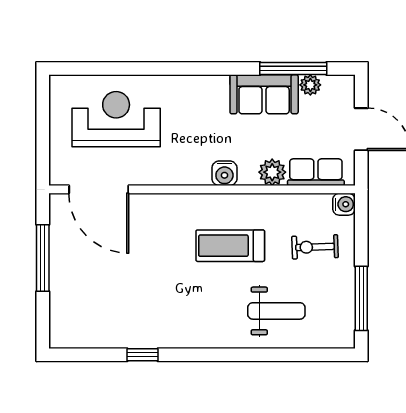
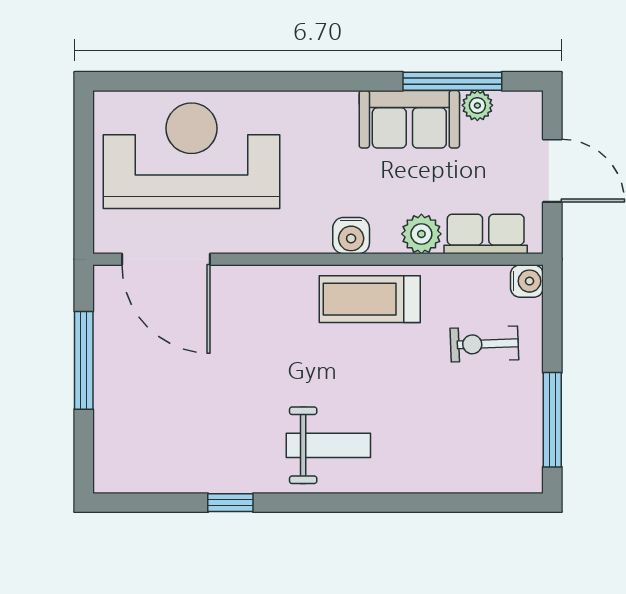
reception desk: (116, 119) -> (192, 156), width x1.36, depth x1.30
treadmill: (230, 246) -> (370, 299), moved
weight bench: (276, 311) -> (328, 445), moved

